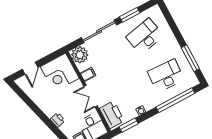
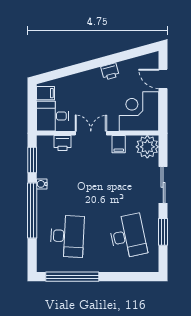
sliding door: (99, 31) -> (163, 185), width x0.73
window: (190, 58) -> (72, 277), width x1.46
window: (175, 100) -> (32, 211), moved
printer: (112, 115) -> (63, 143), width x0.53, depth x0.68
printer: (58, 120) -> (110, 71), moved

